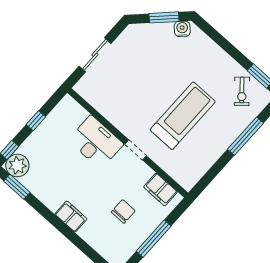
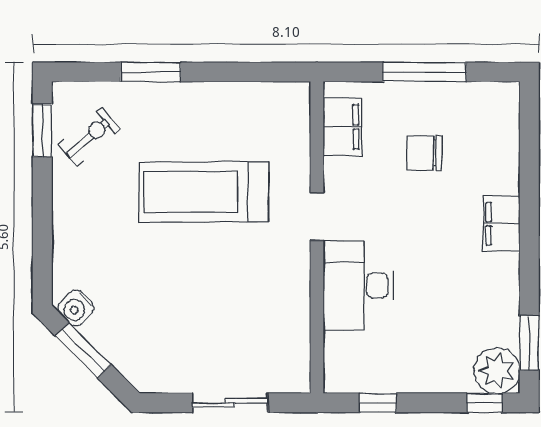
window: (36, 121) -> (378, 403), moved
window: (245, 136) -> (151, 72), width x0.69

